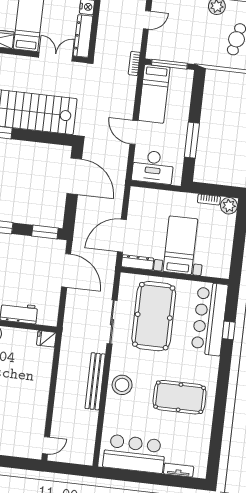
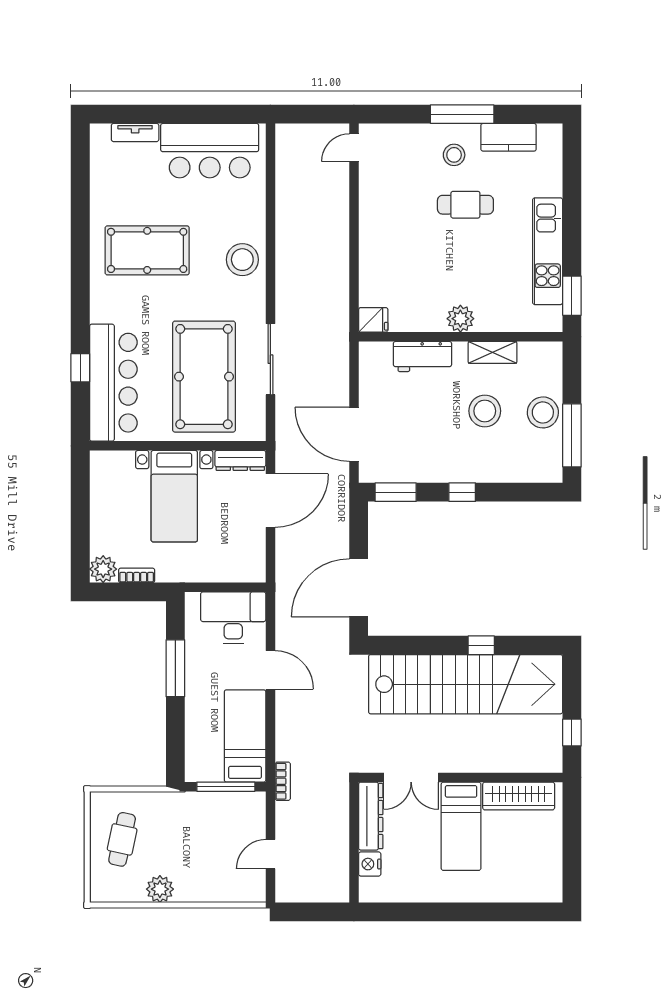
door: (74, 176) -> (359, 588), hinge flipped
bench: (95, 381) -> (287, 260), removed

